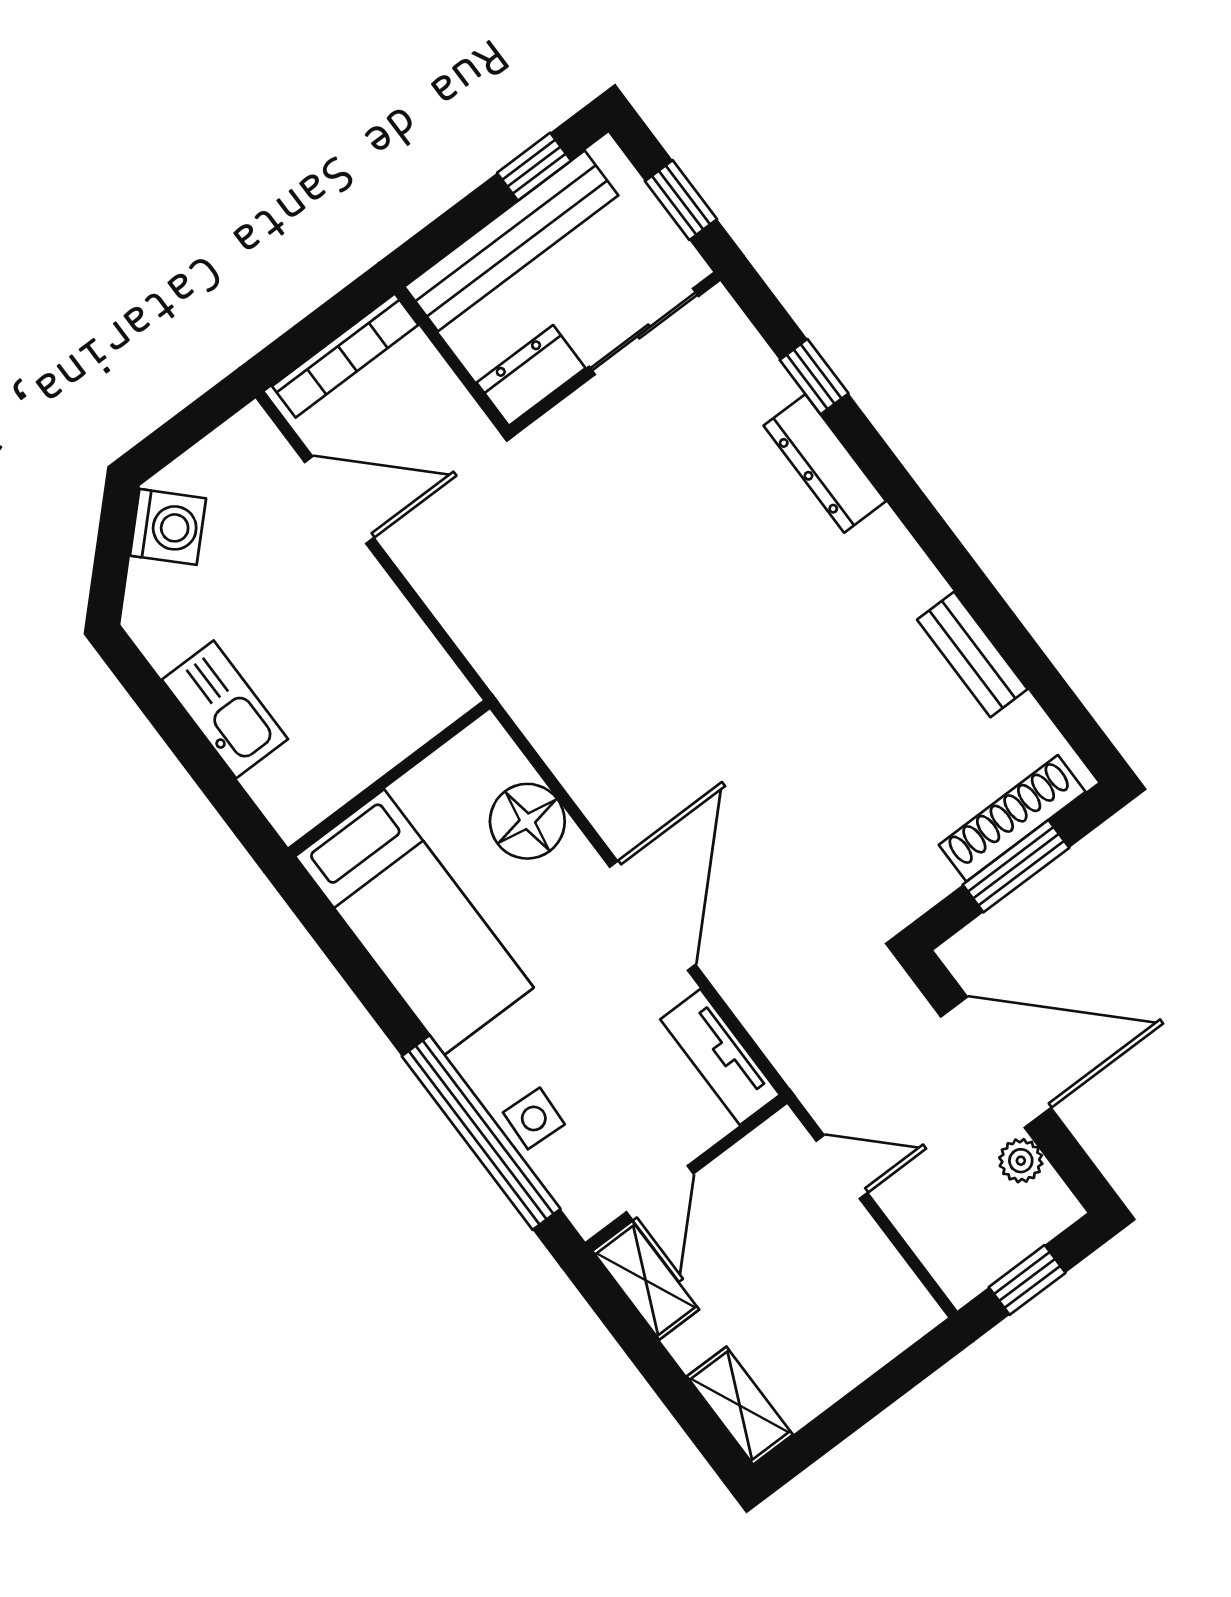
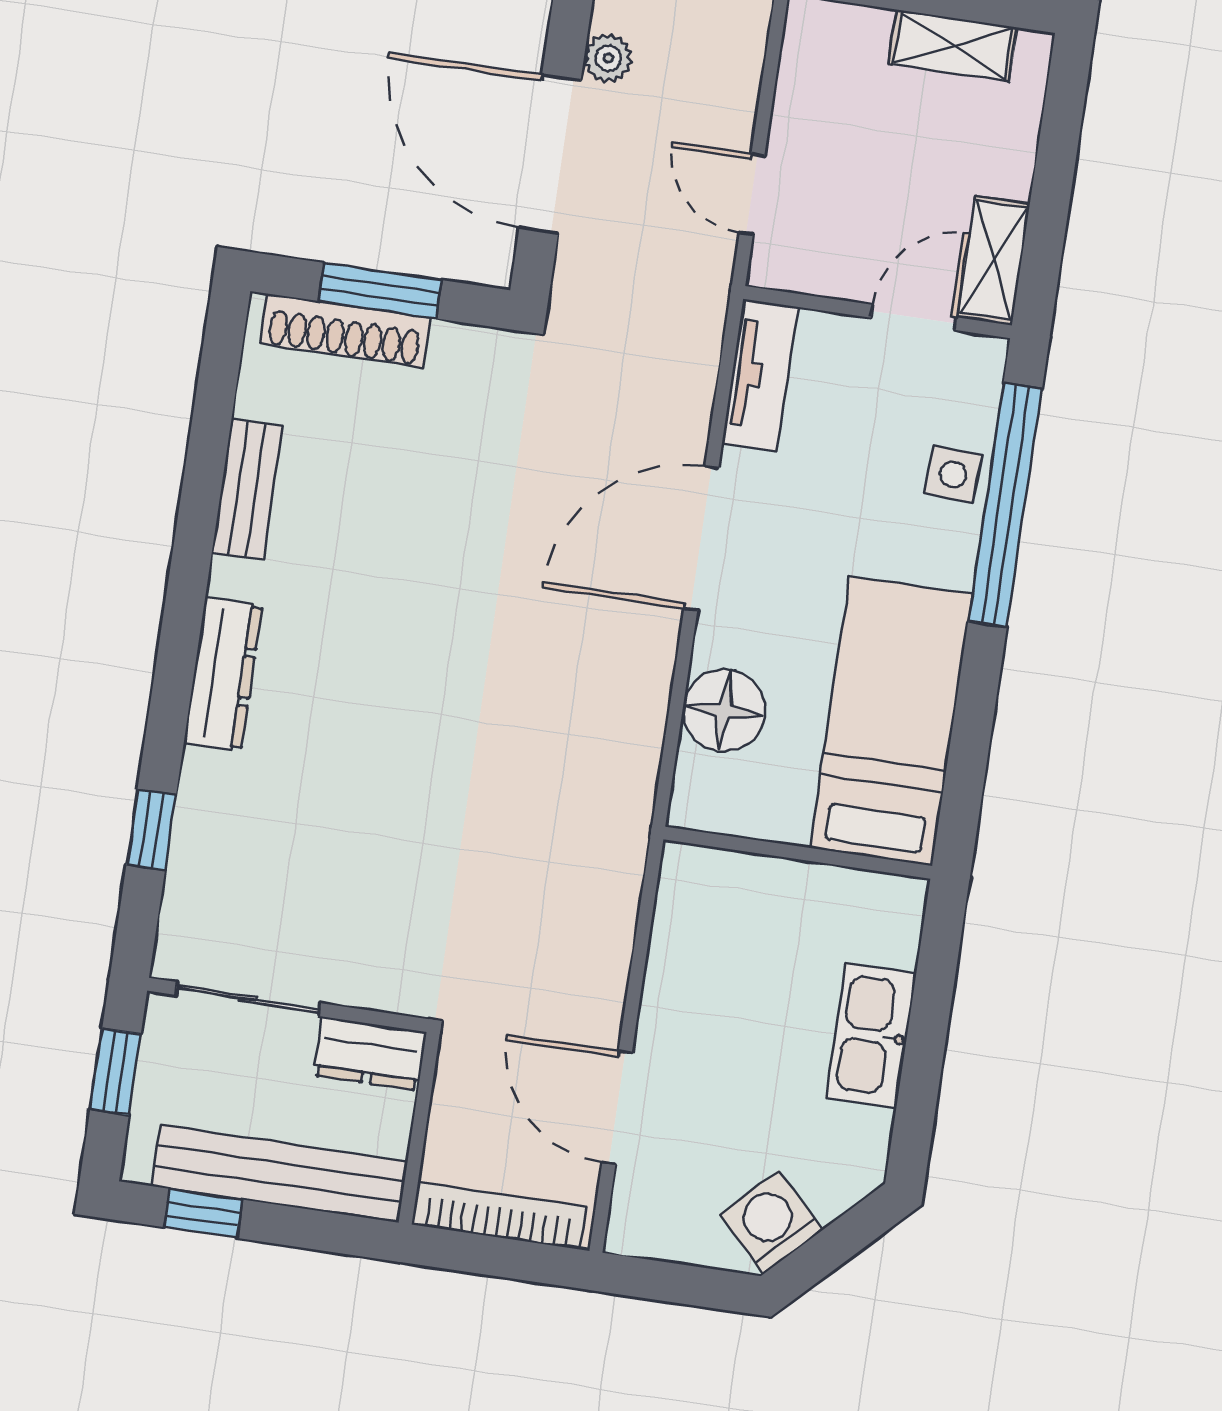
dresser: (825, 463) -> (223, 674), moved
shelving: (740, 1406) -> (953, 45), moved, turned 90

